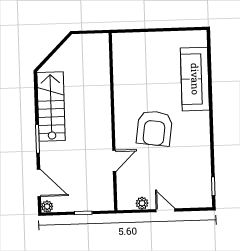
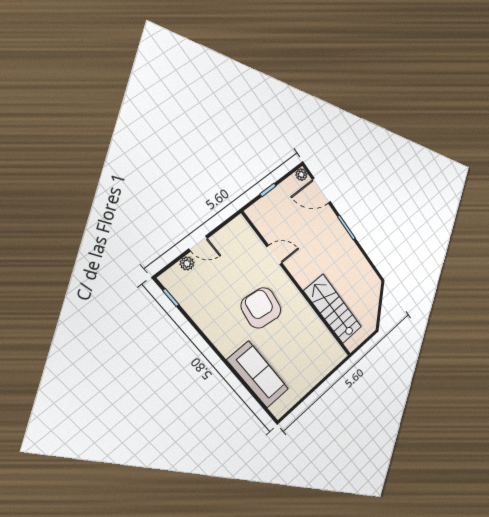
stairs: (51, 107) -> (333, 309), moved, turned 180
door: (114, 161) -> (274, 255), swing flipped
plant: (142, 203) -> (187, 263), moved

